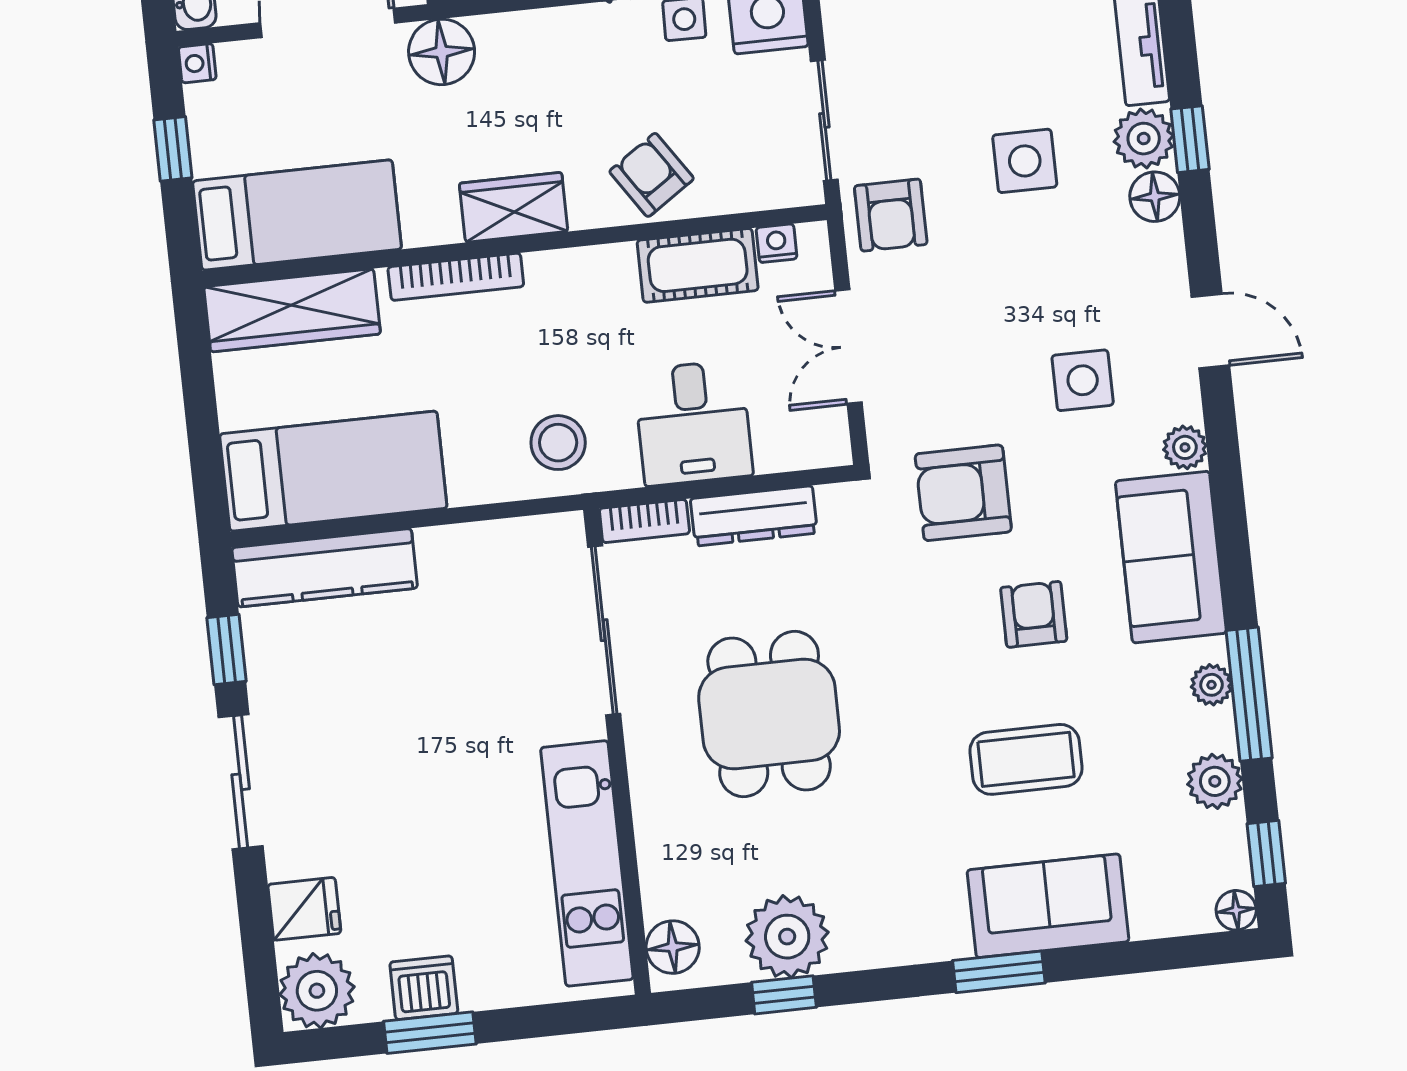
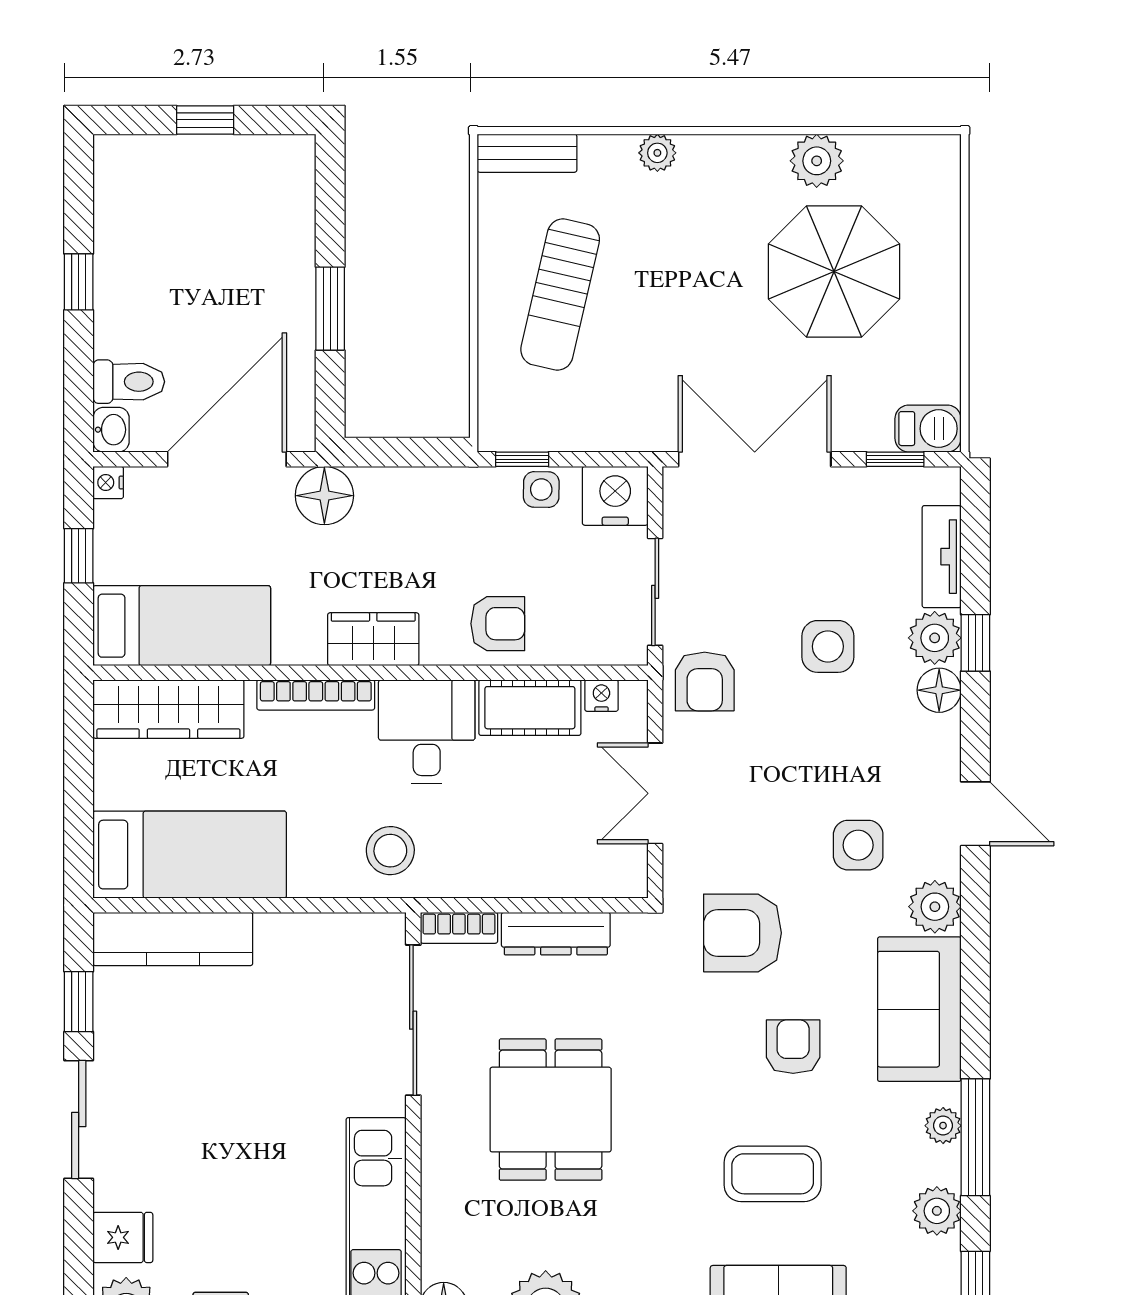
armchair: (652, 175) -> (498, 624), turned 124
desk: (693, 423) -> (427, 732), moved, turned 180
plant: (1185, 447) -> (935, 907), width x1.38, depth x1.38

